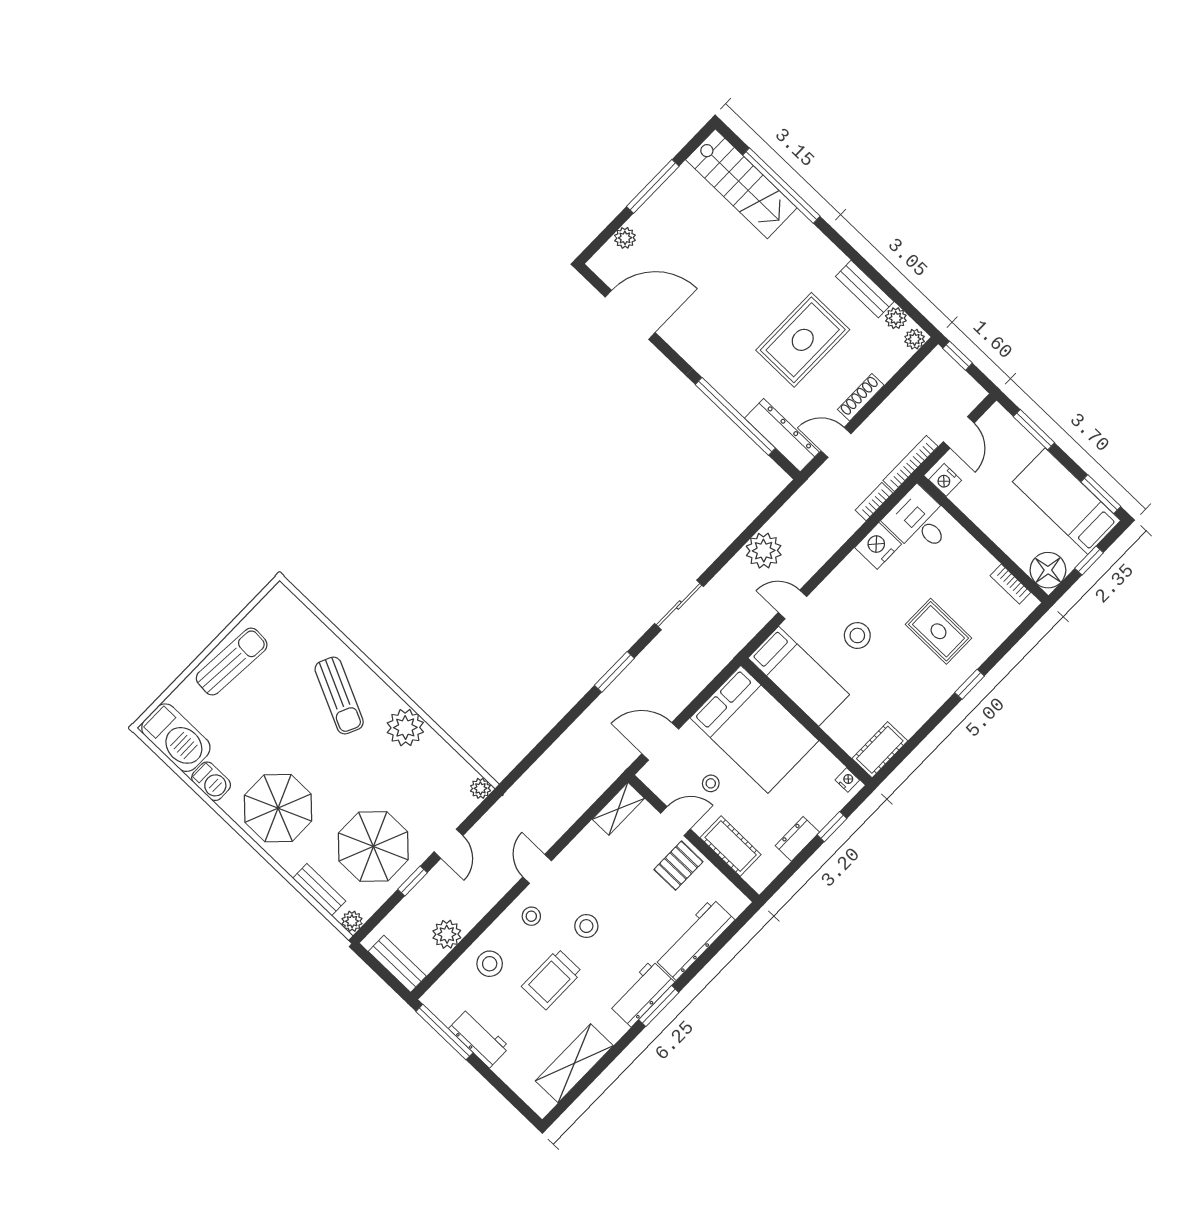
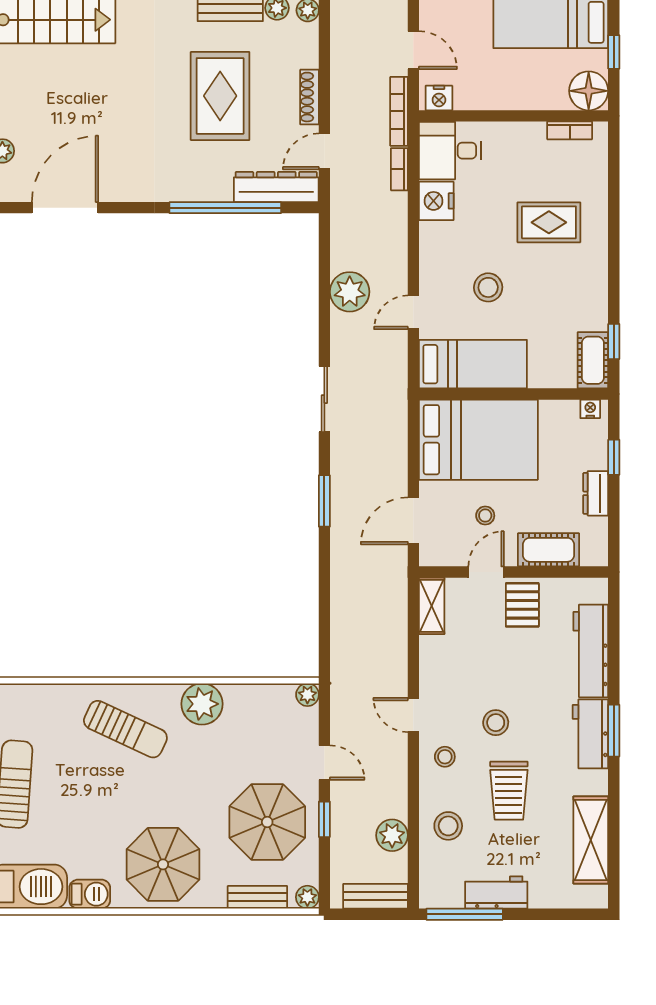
window: (970, 684) -> (614, 342), moved

